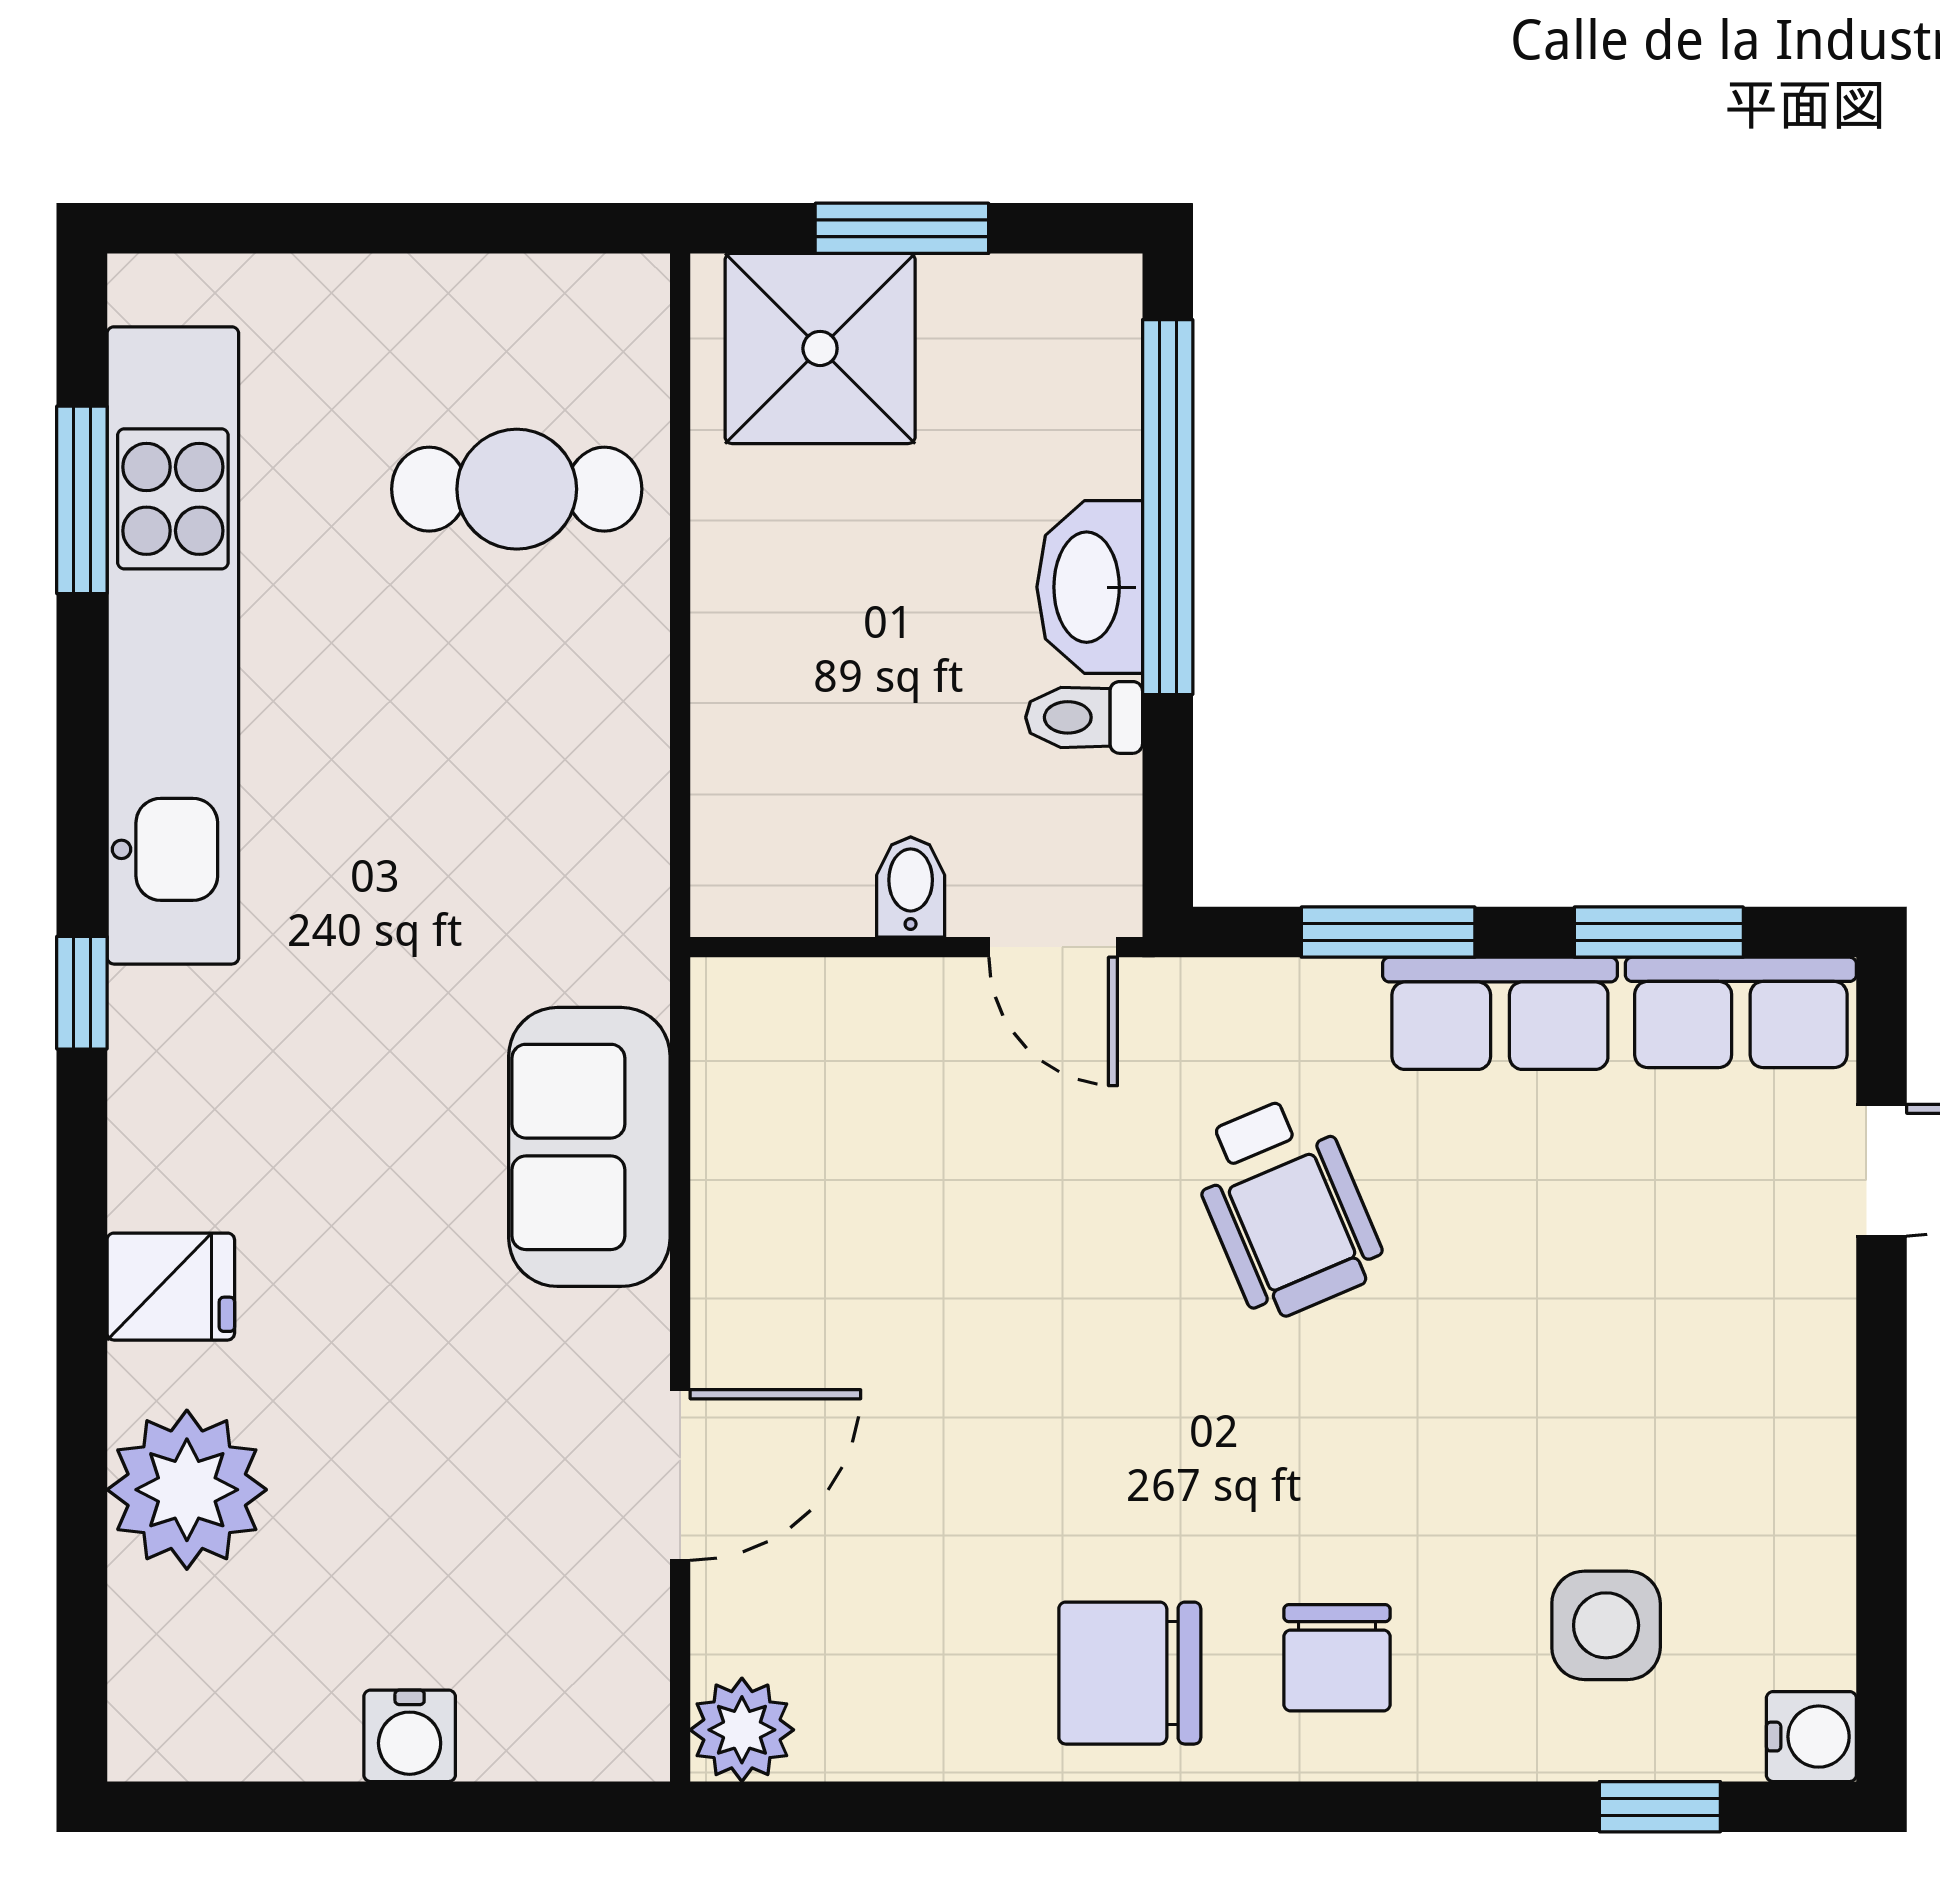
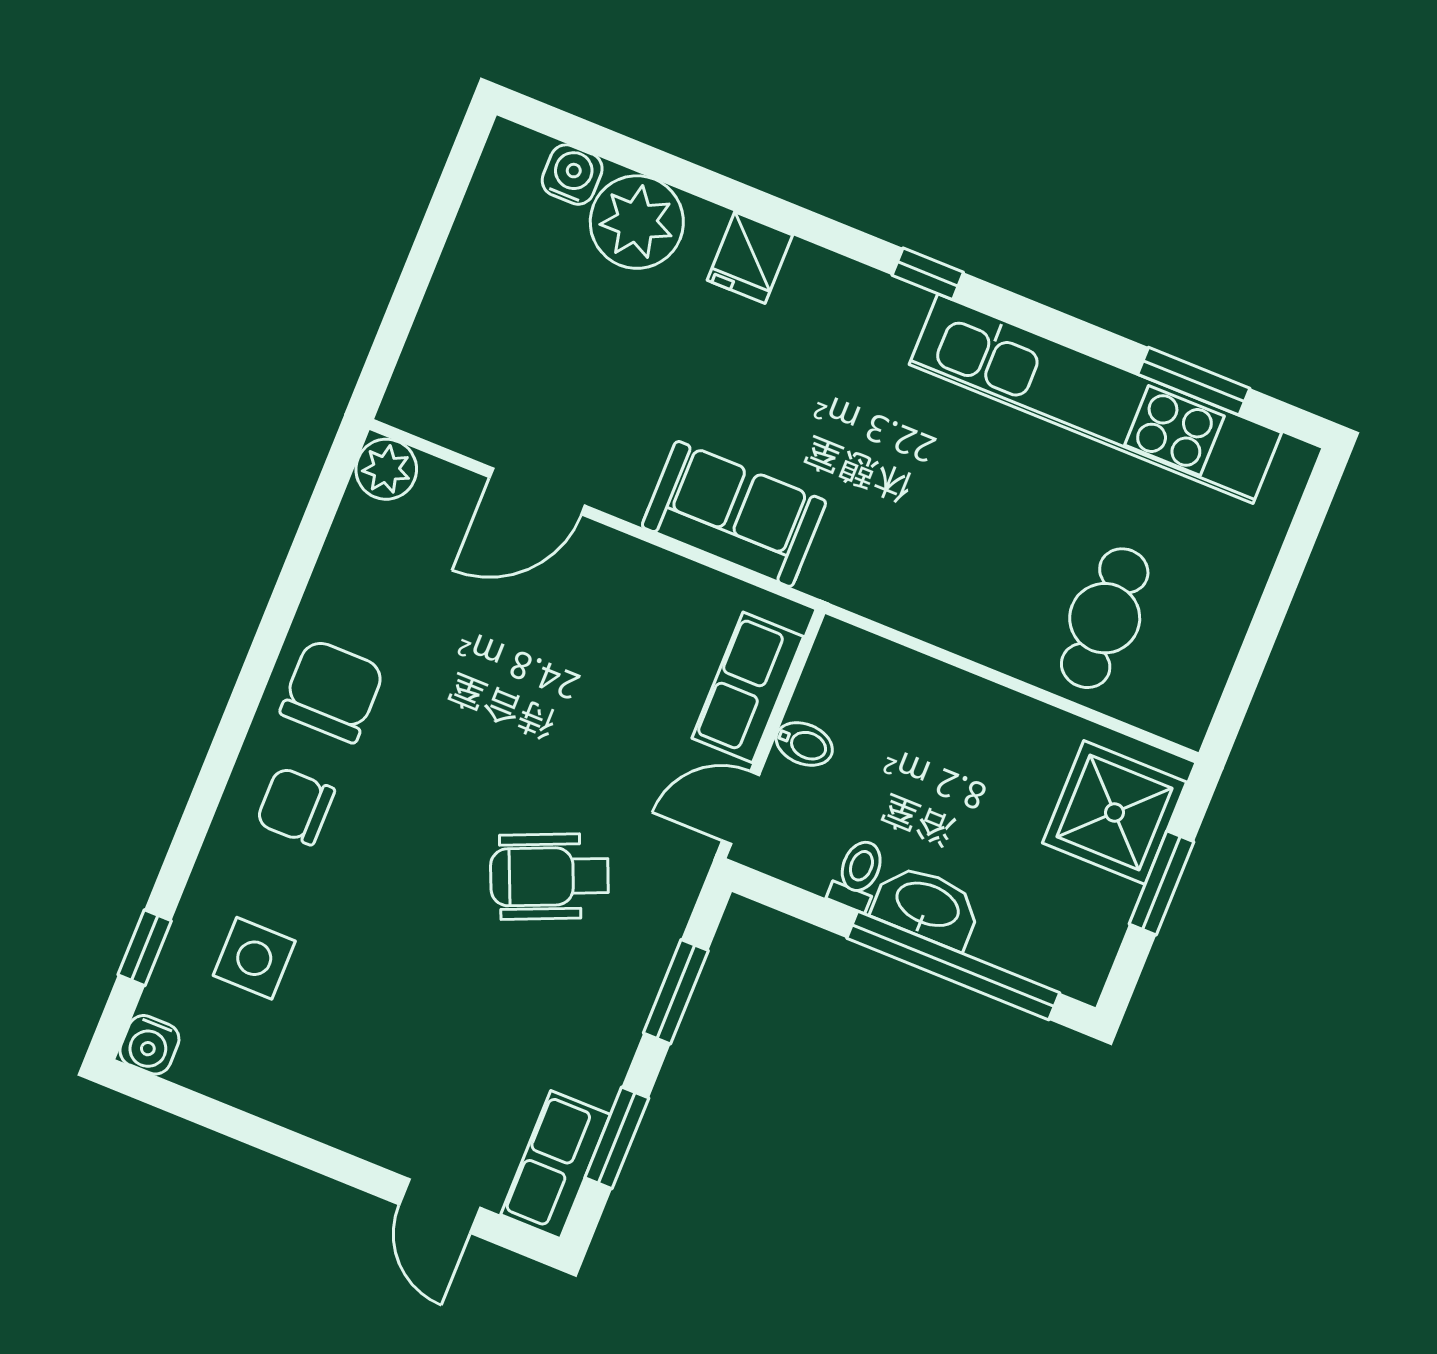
row of seats: (1500, 1013) -> (748, 687), moved
door: (680, 1475) -> (537, 491), hinge flipped
water cooler: (410, 1736) -> (572, 175), moved, turned 90

